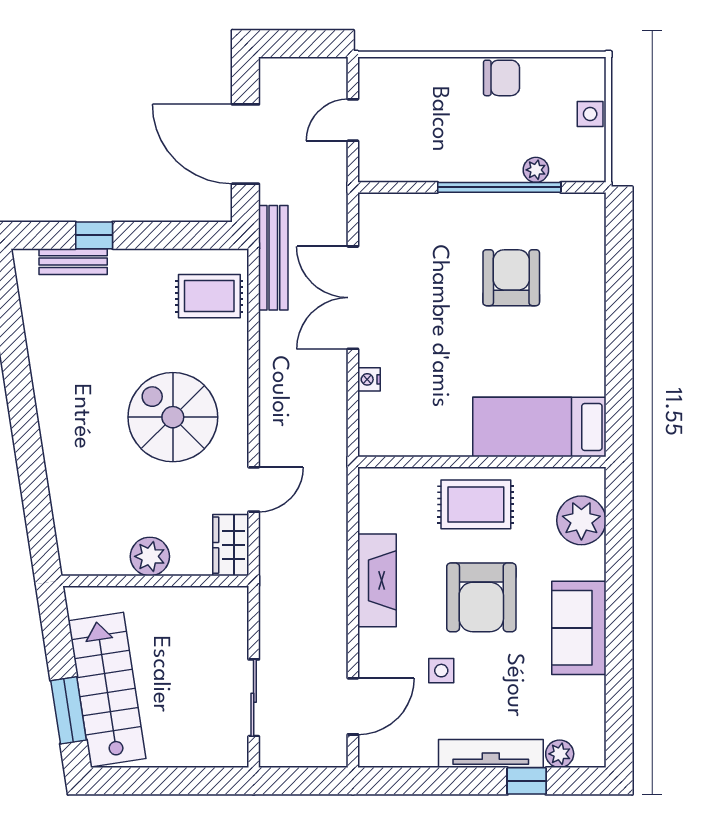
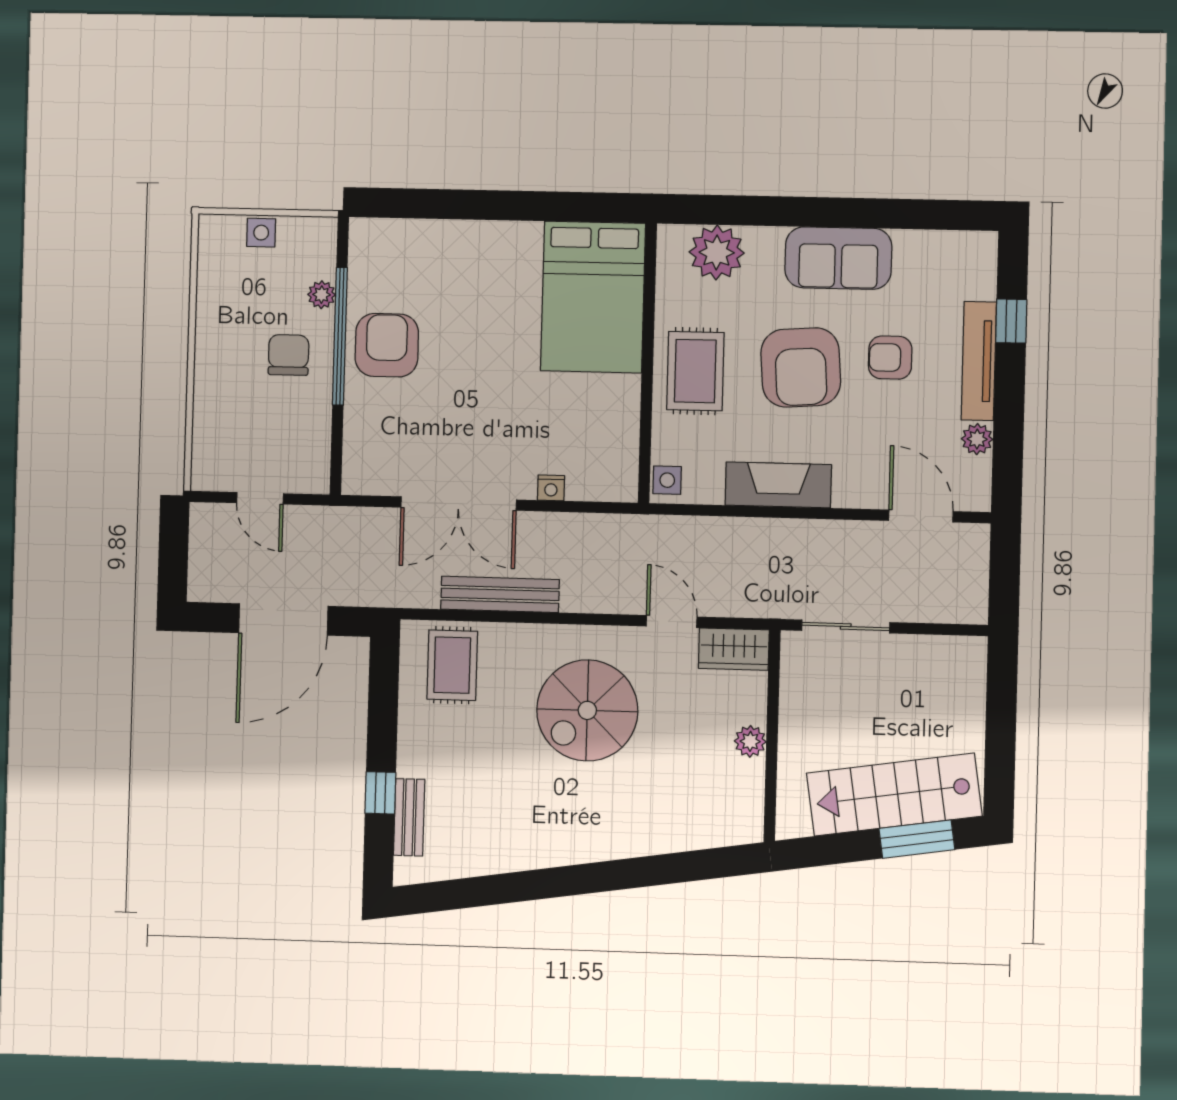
chair: (502, 78) -> (289, 355), moved
bench: (273, 258) -> (500, 594), moved
armchair: (511, 278) -> (387, 345), moved, turned 90
bed: (539, 427) -> (593, 297), width x1.50
plant: (150, 556) -> (750, 741), width x0.73, depth x0.73
armchair: (481, 597) -> (801, 367), turned 86
side table: (441, 671) -> (667, 480), moved
armchair: (492, 676) -> (890, 358), added
sliding door: (254, 698) -> (846, 626), moved
plant: (560, 754) -> (977, 439), moved

